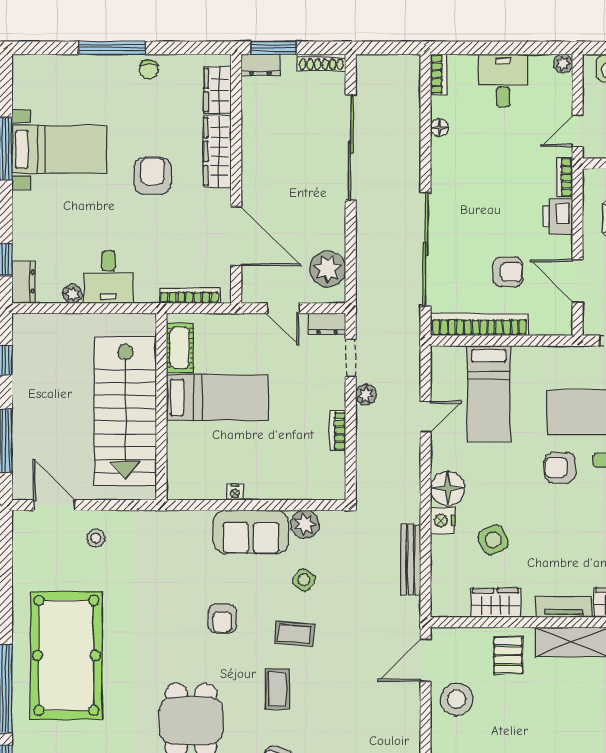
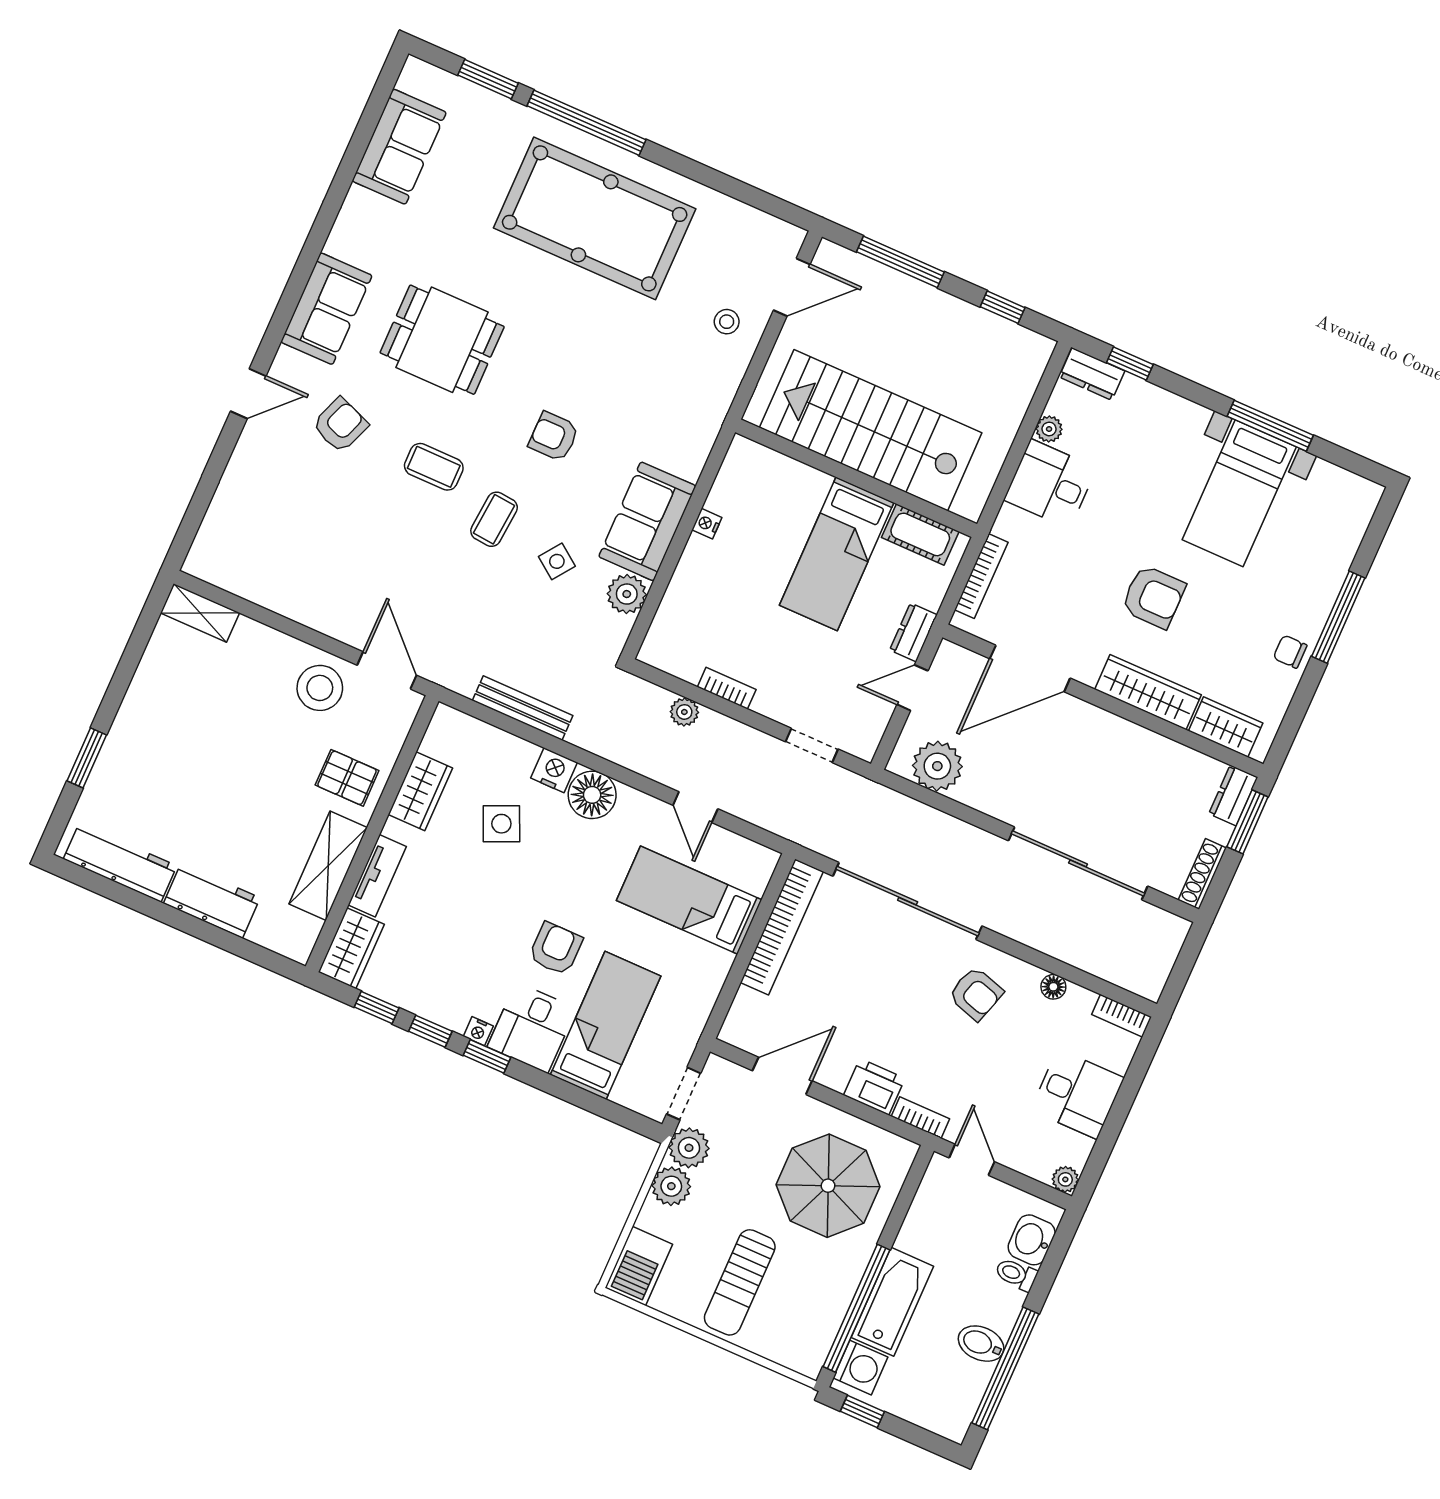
armchair: (508, 272) -> (976, 994), moved, turned -73
dresser: (327, 324) -> (913, 632), moved
plant: (366, 395) -> (684, 712), moved

